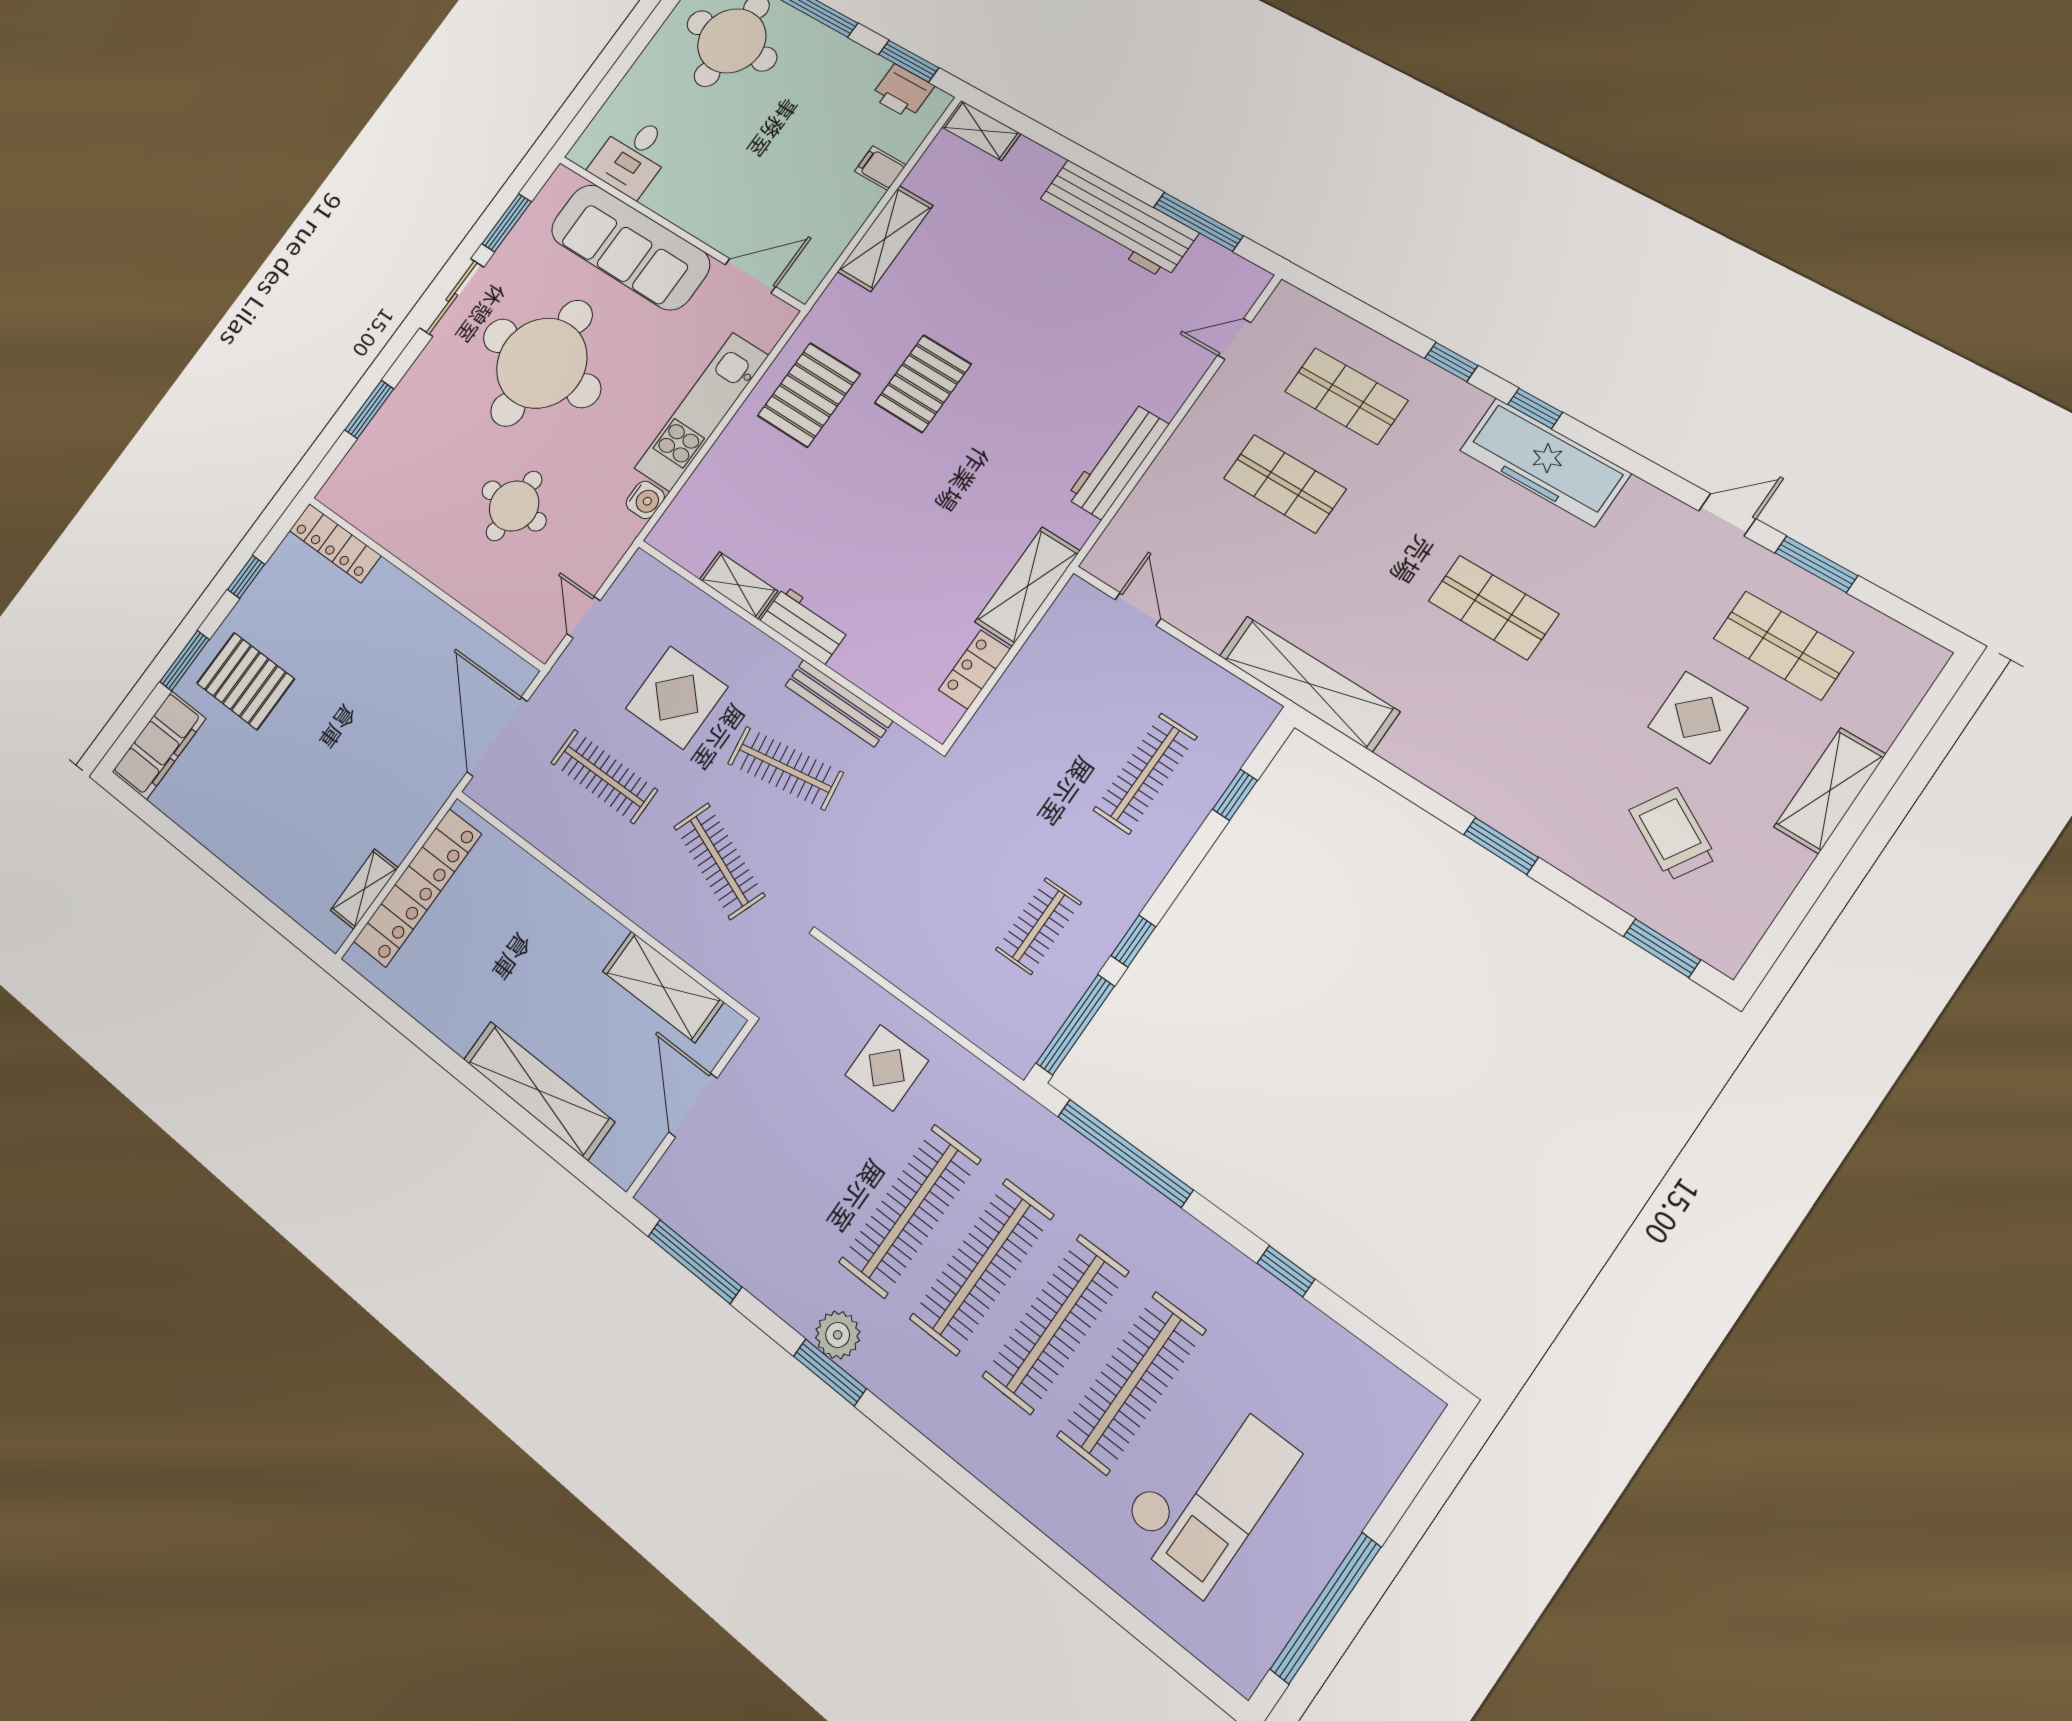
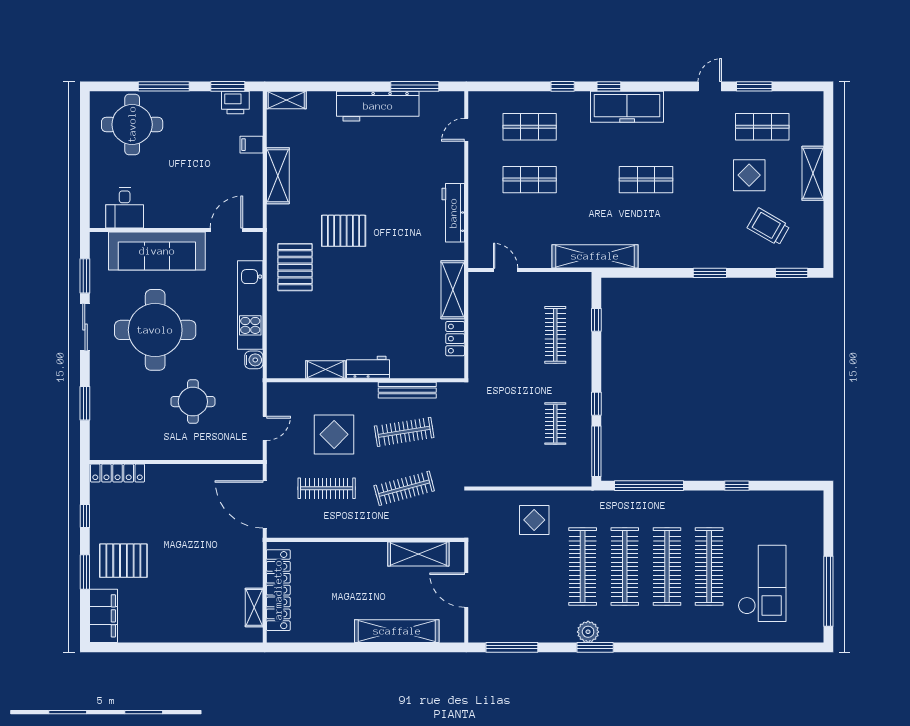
pallet: (923, 384) -> (344, 231), turned 90
door: (584, 617) -> (265, 428), swing flipped
clothes rail: (719, 861) -> (404, 488), turned -36

